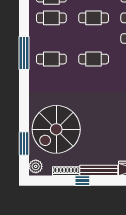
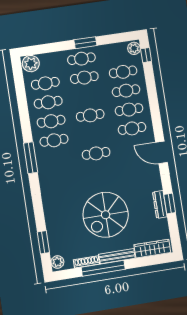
cafe table: (51, 59) -> (54, 140), moved
spiral stairs: (56, 129) -> (106, 215), moved
window: (82, 181) -> (103, 268), width x3.17

